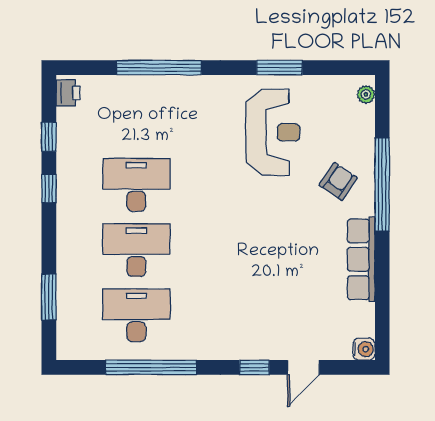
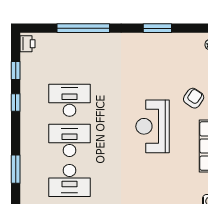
reception desk: (273, 132) -> (153, 126), moved, turned 180
desk: (136, 315) -> (69, 181), turned 180

